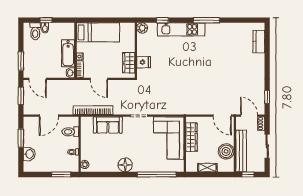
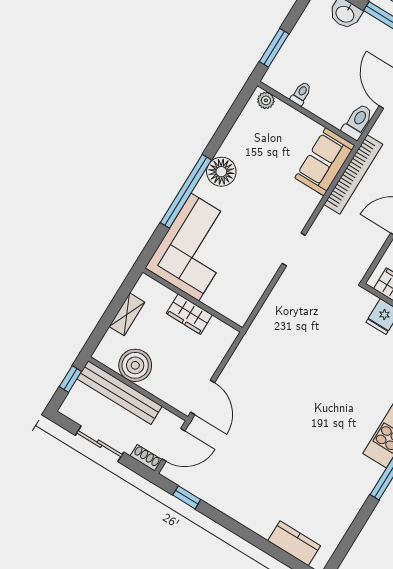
door: (222, 116) -> (203, 397), swing flipped
sofa: (108, 125) -> (325, 162), moved
toilet: (70, 132) -> (358, 122), moved
wardrobe: (191, 137) -> (189, 314), width x0.67
corner sofa: (169, 138) -> (195, 247), moved, turned 90
window: (157, 174) -> (186, 191), moved

